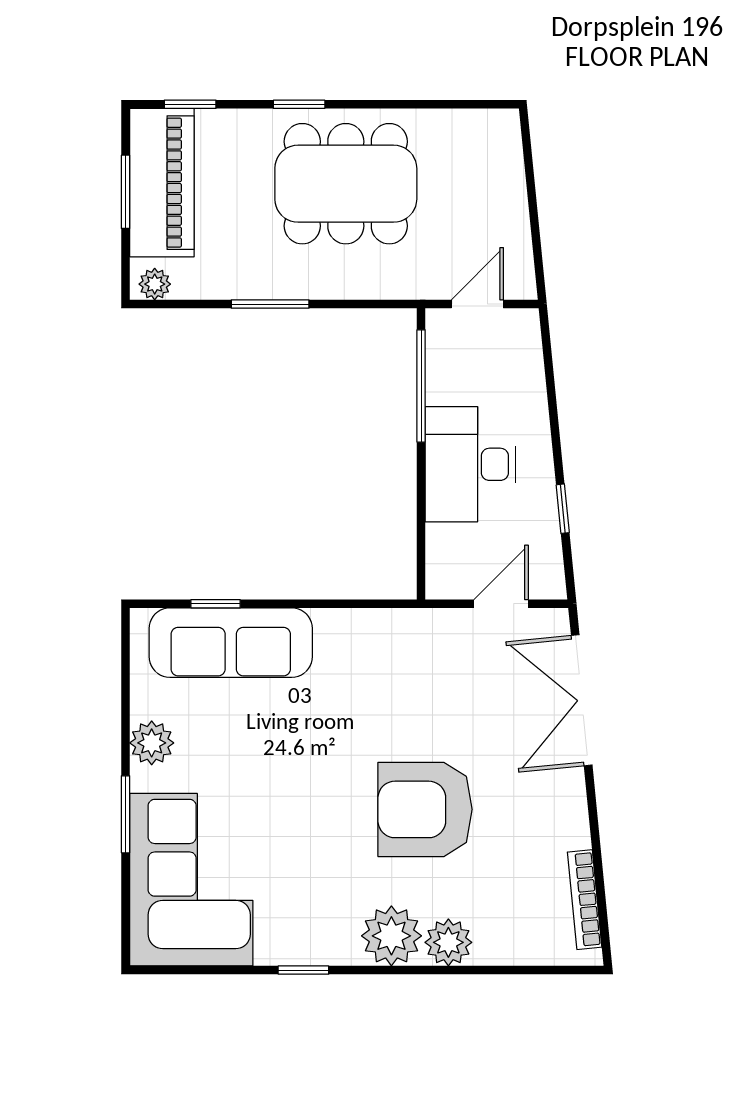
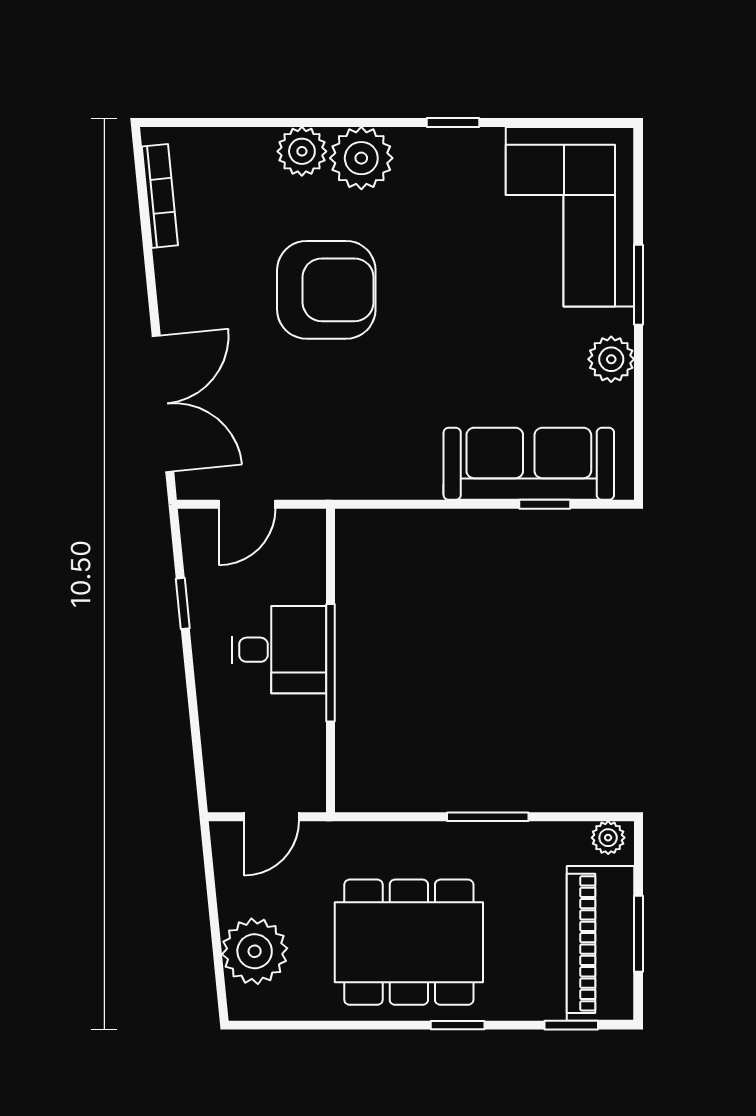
plant: (494, 175) -> (255, 951), added
window: (421, 386) -> (330, 663), moved
desk: (470, 464) -> (279, 650), width x0.73

